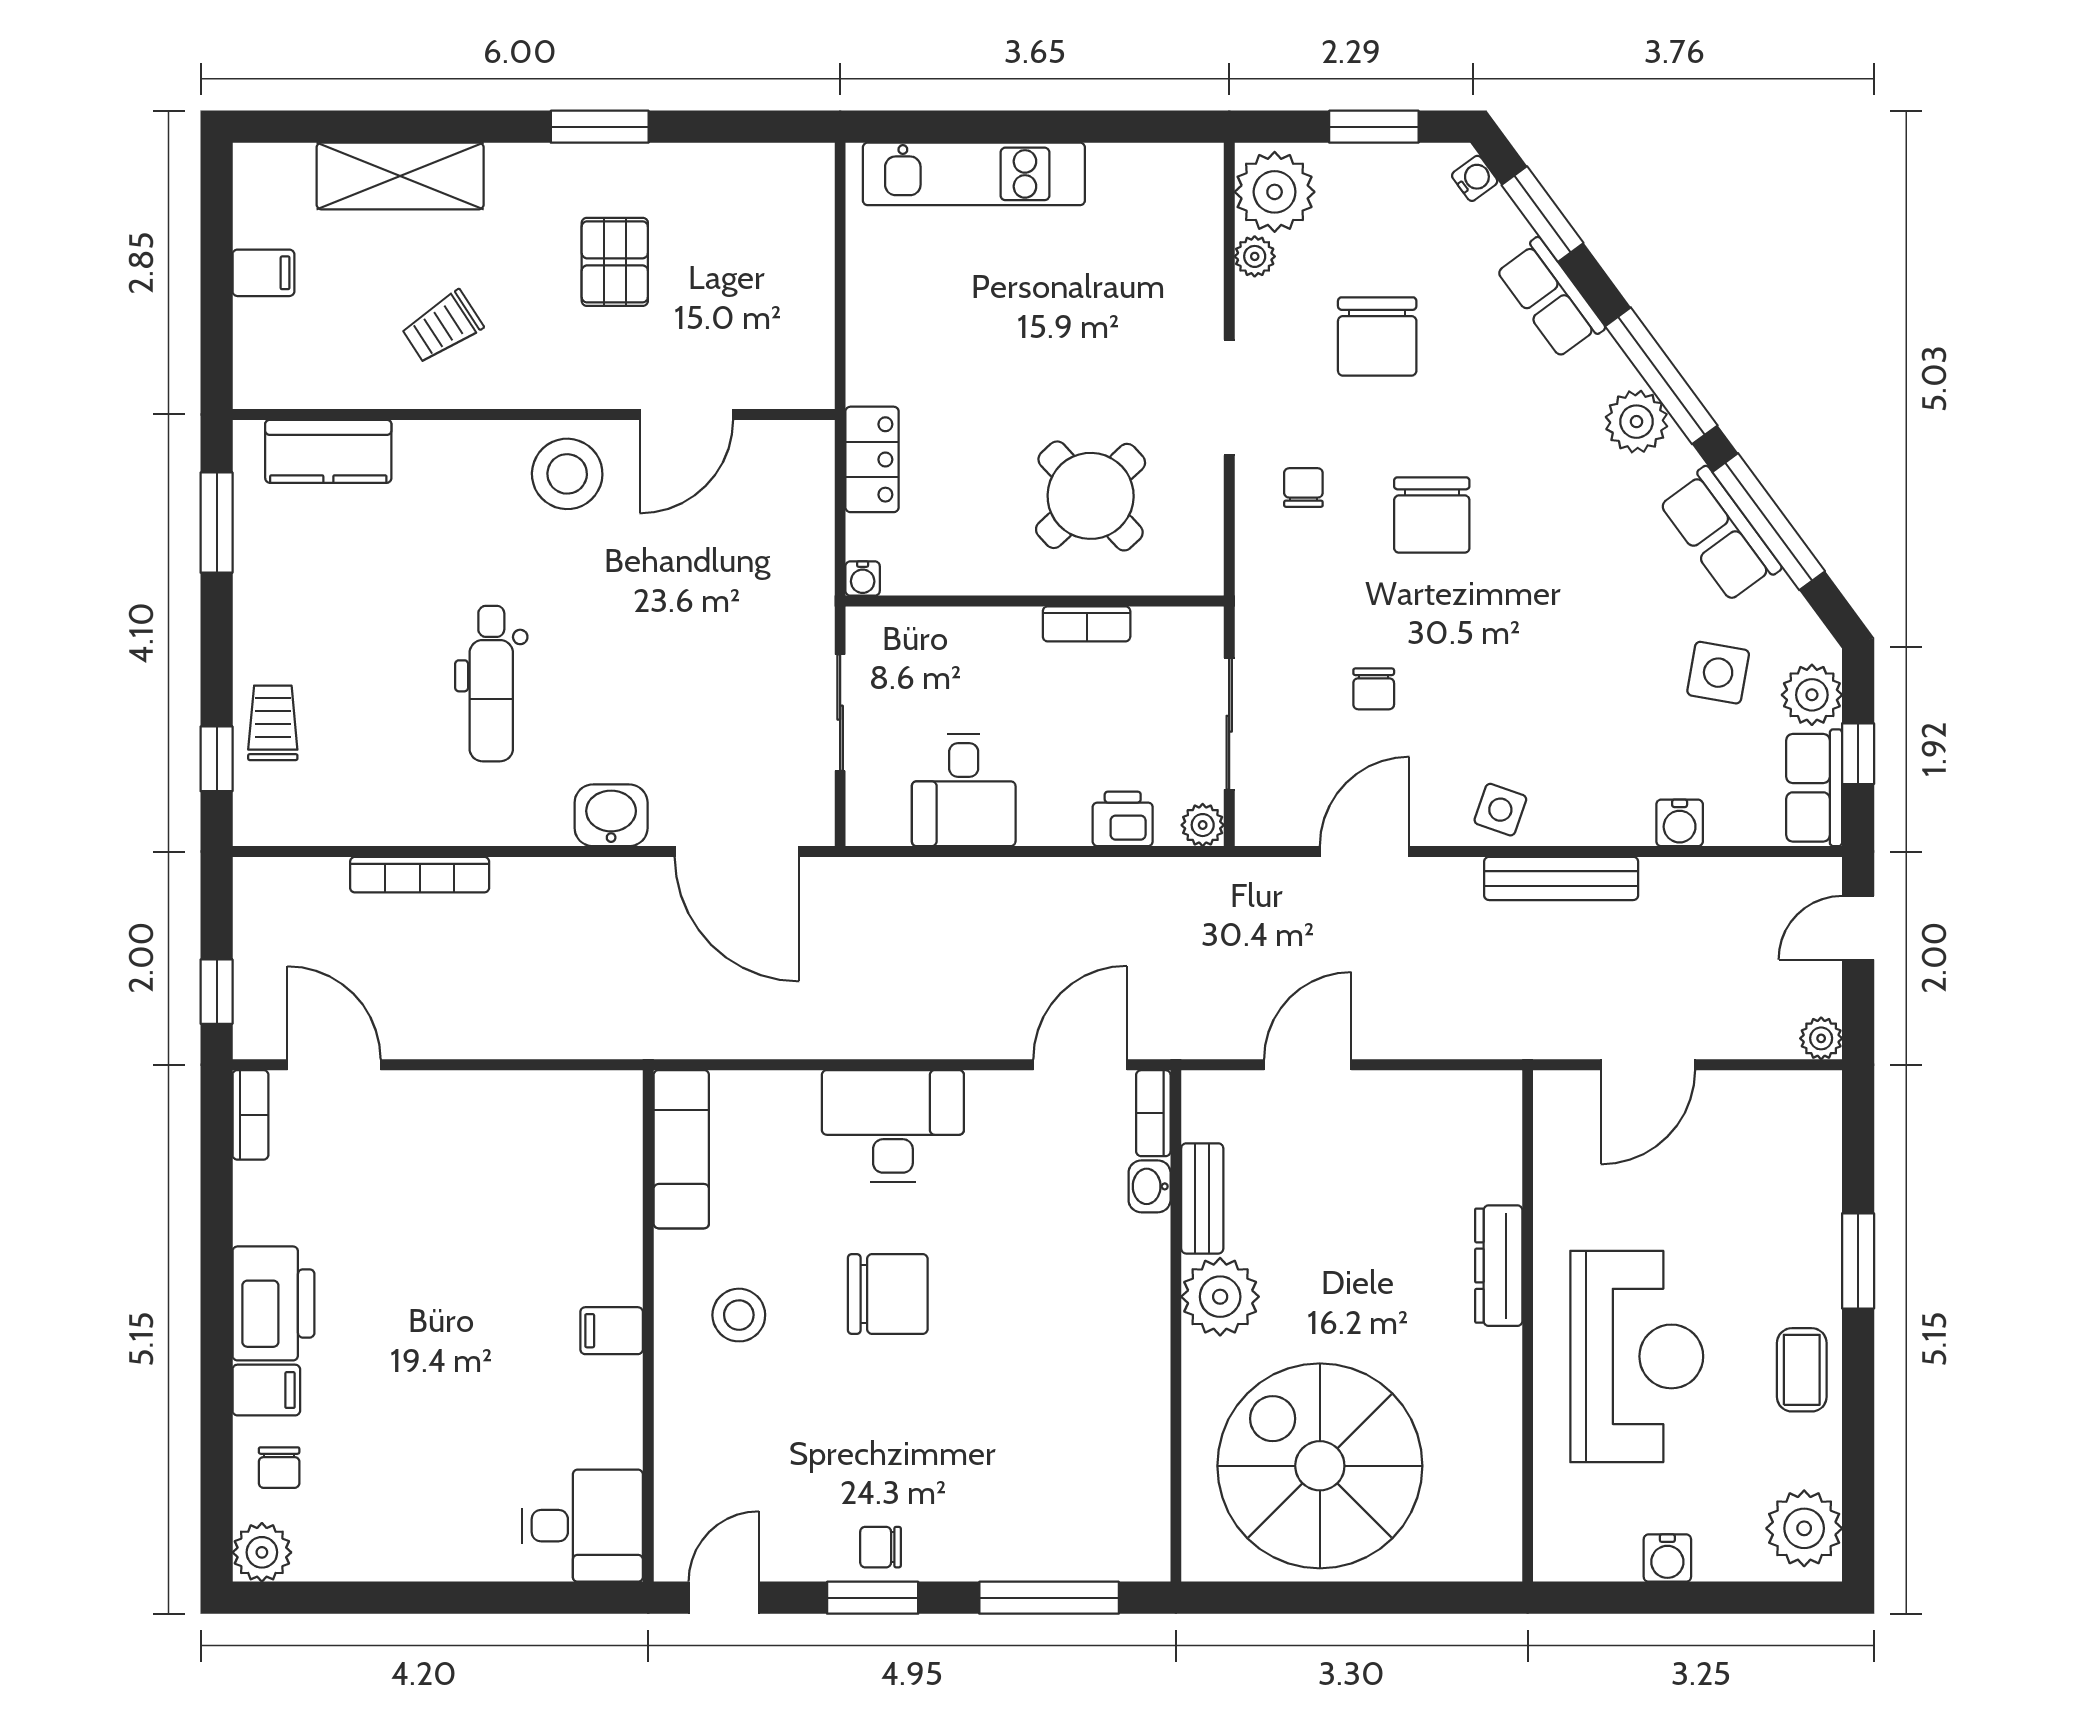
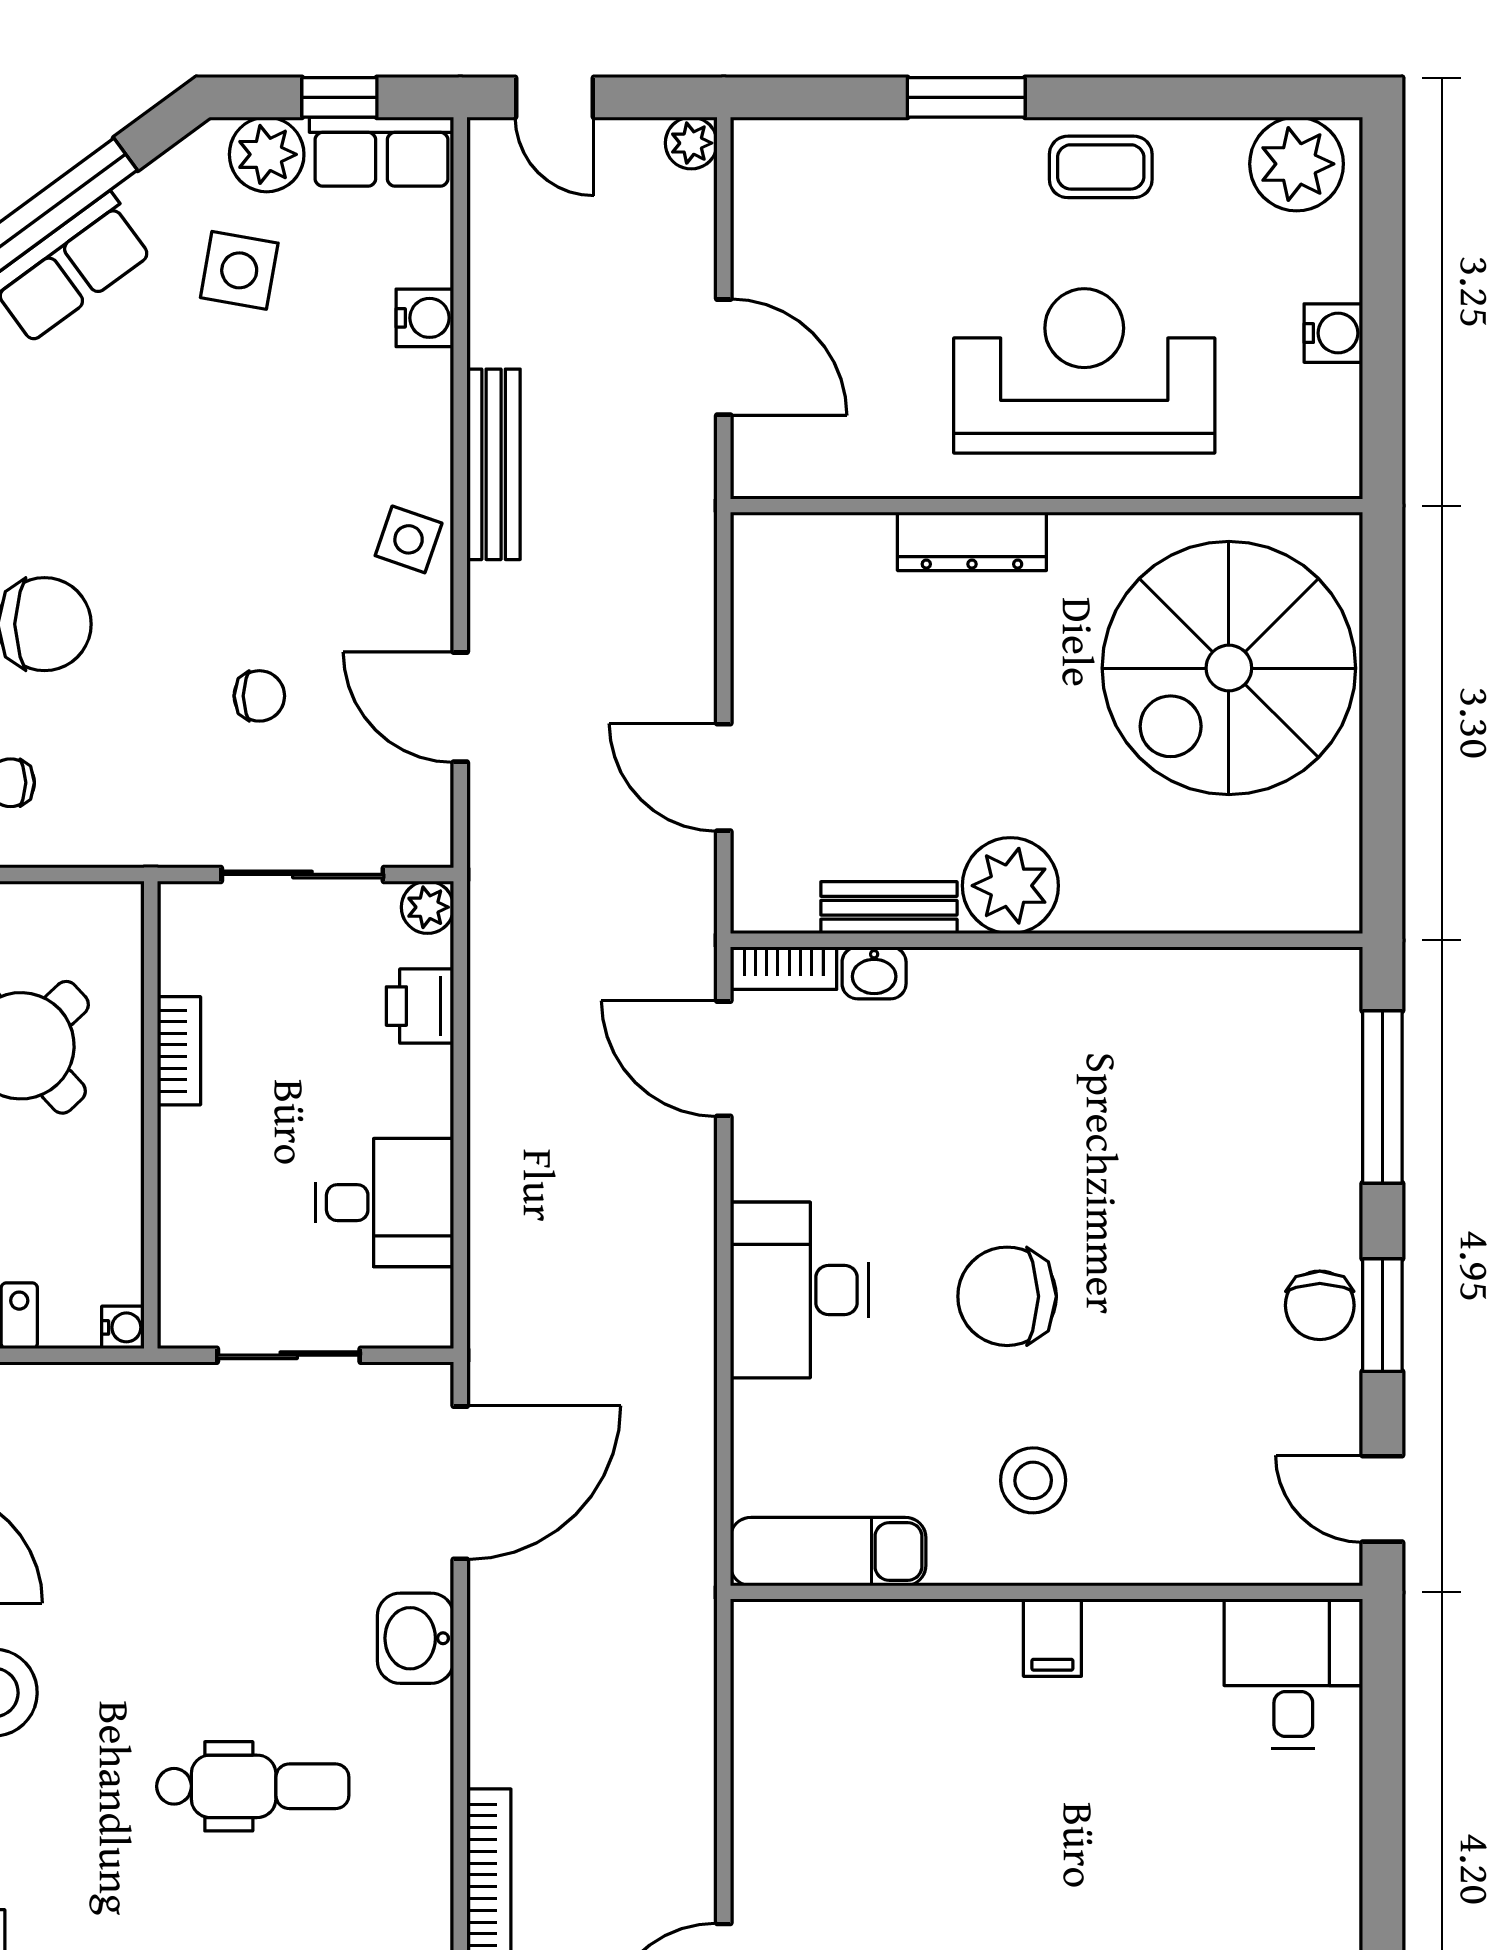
chair: (888, 1294) -> (1007, 1296), turned -90
spiral stairs: (1320, 1466) -> (1229, 668), moved
chair: (881, 1547) -> (1320, 1305), width x1.37, depth x1.37

